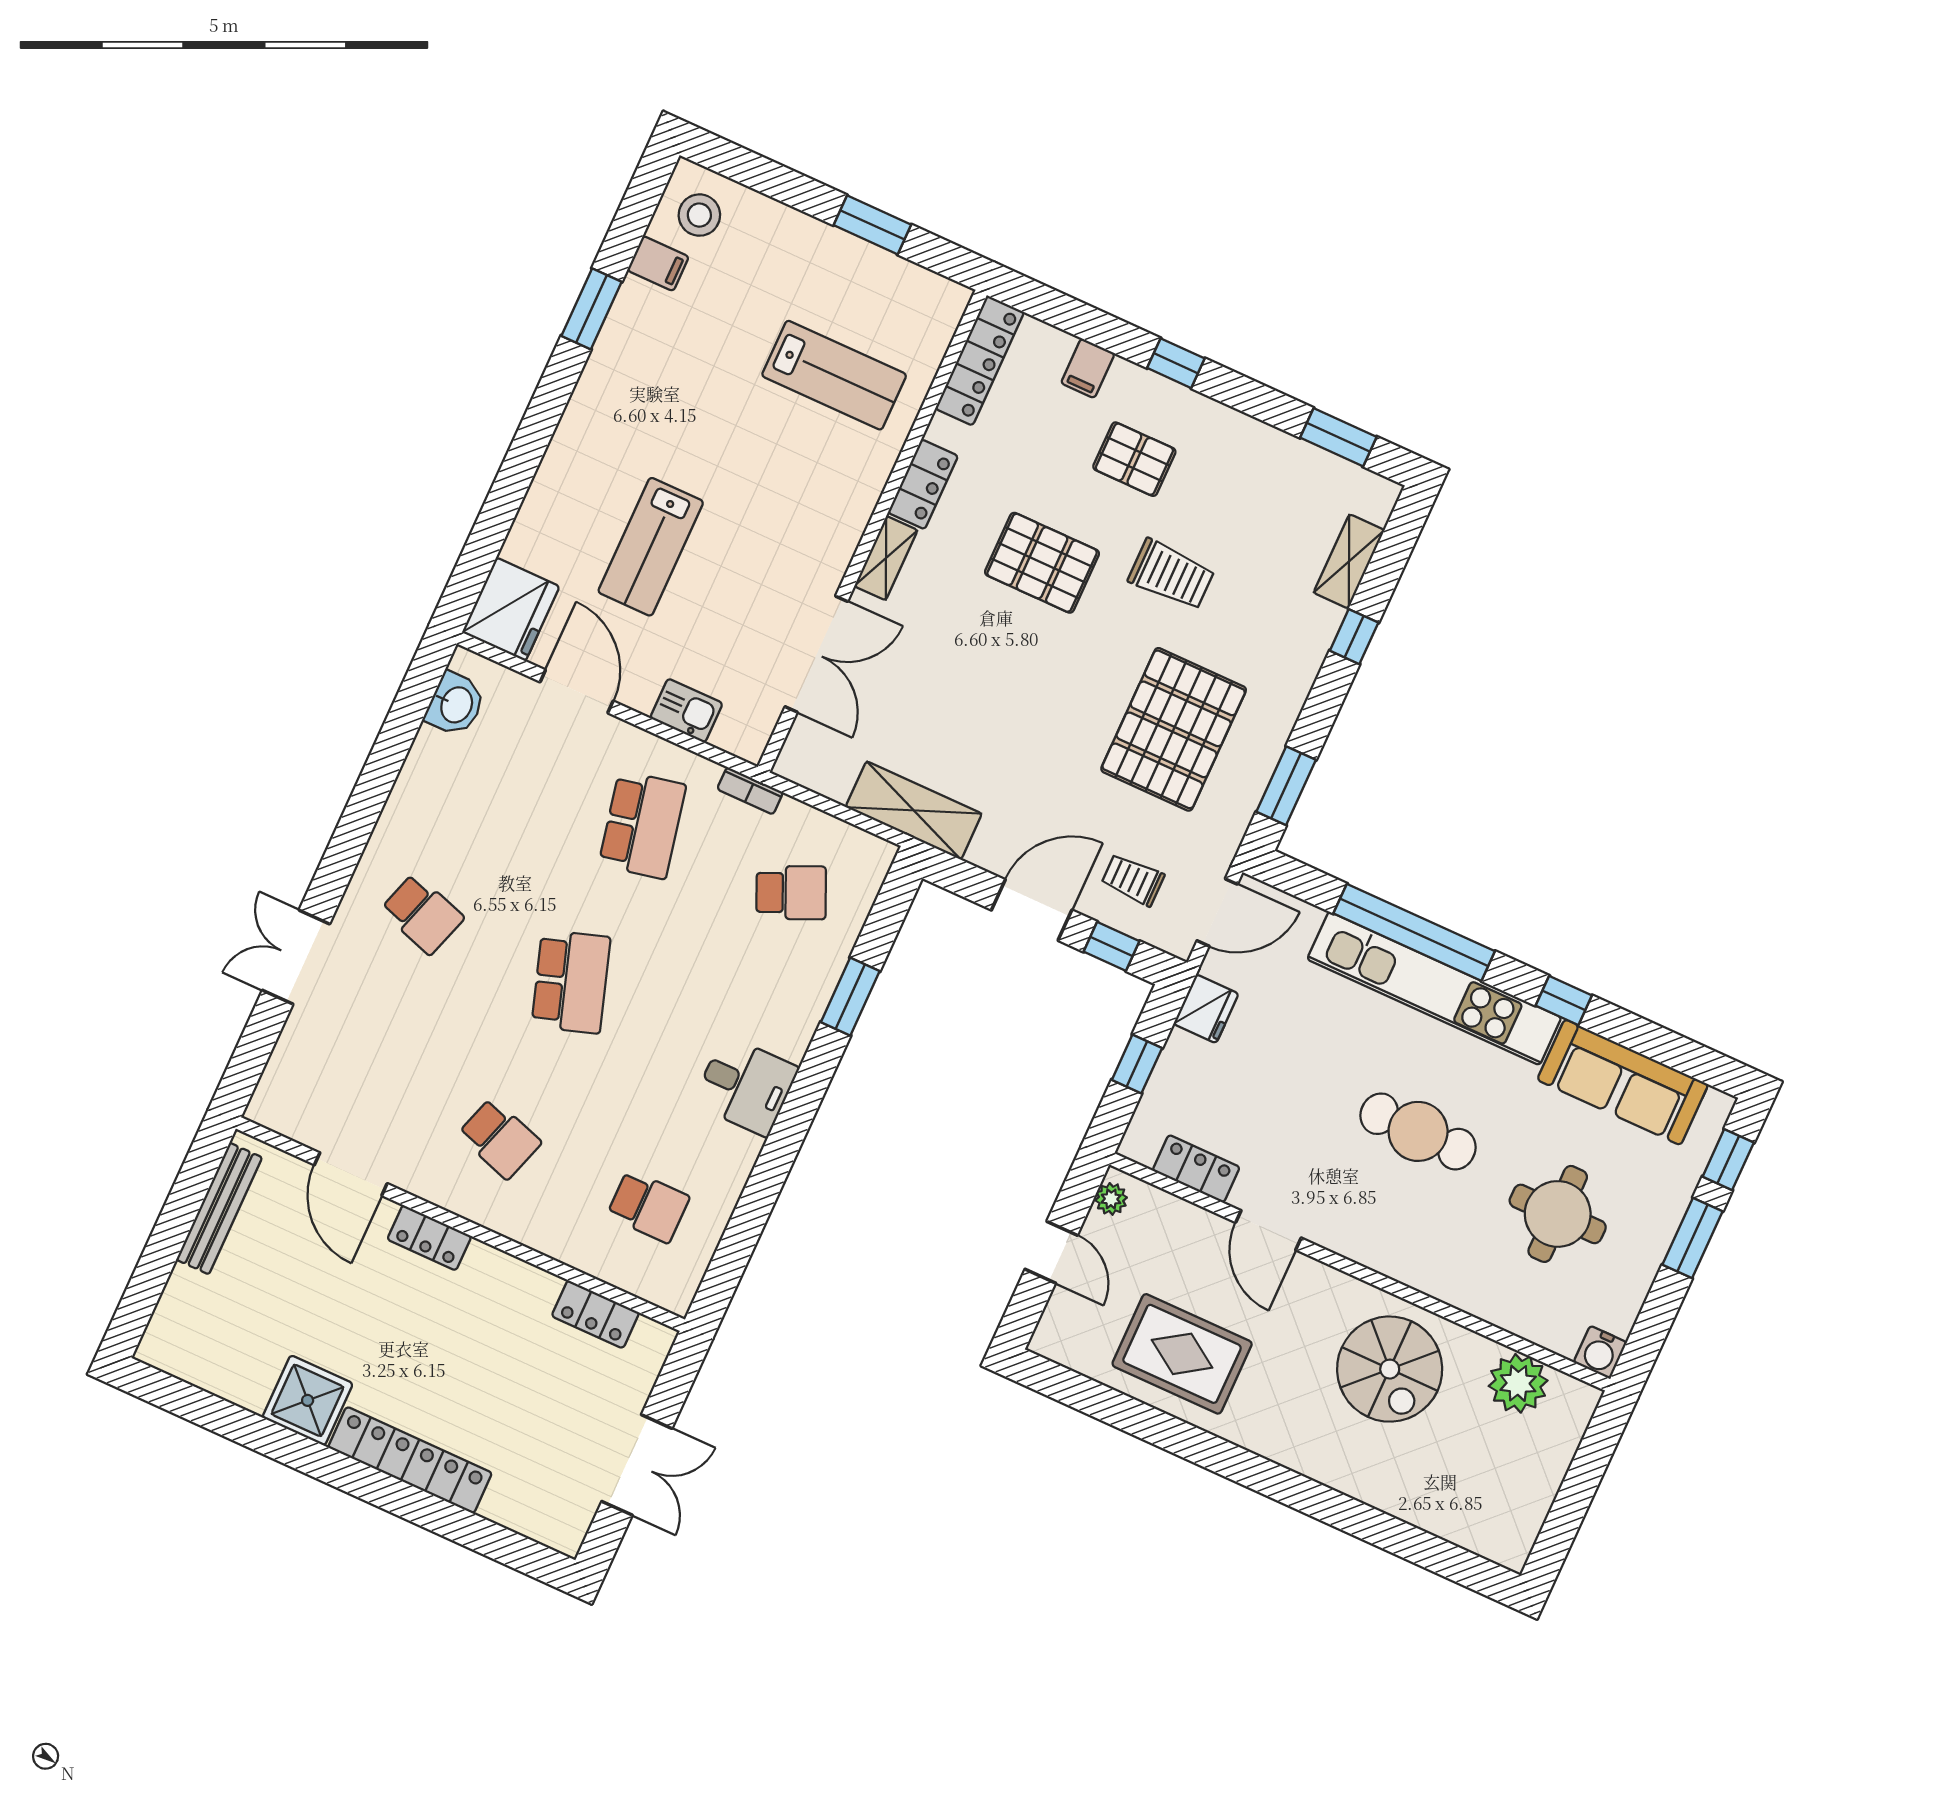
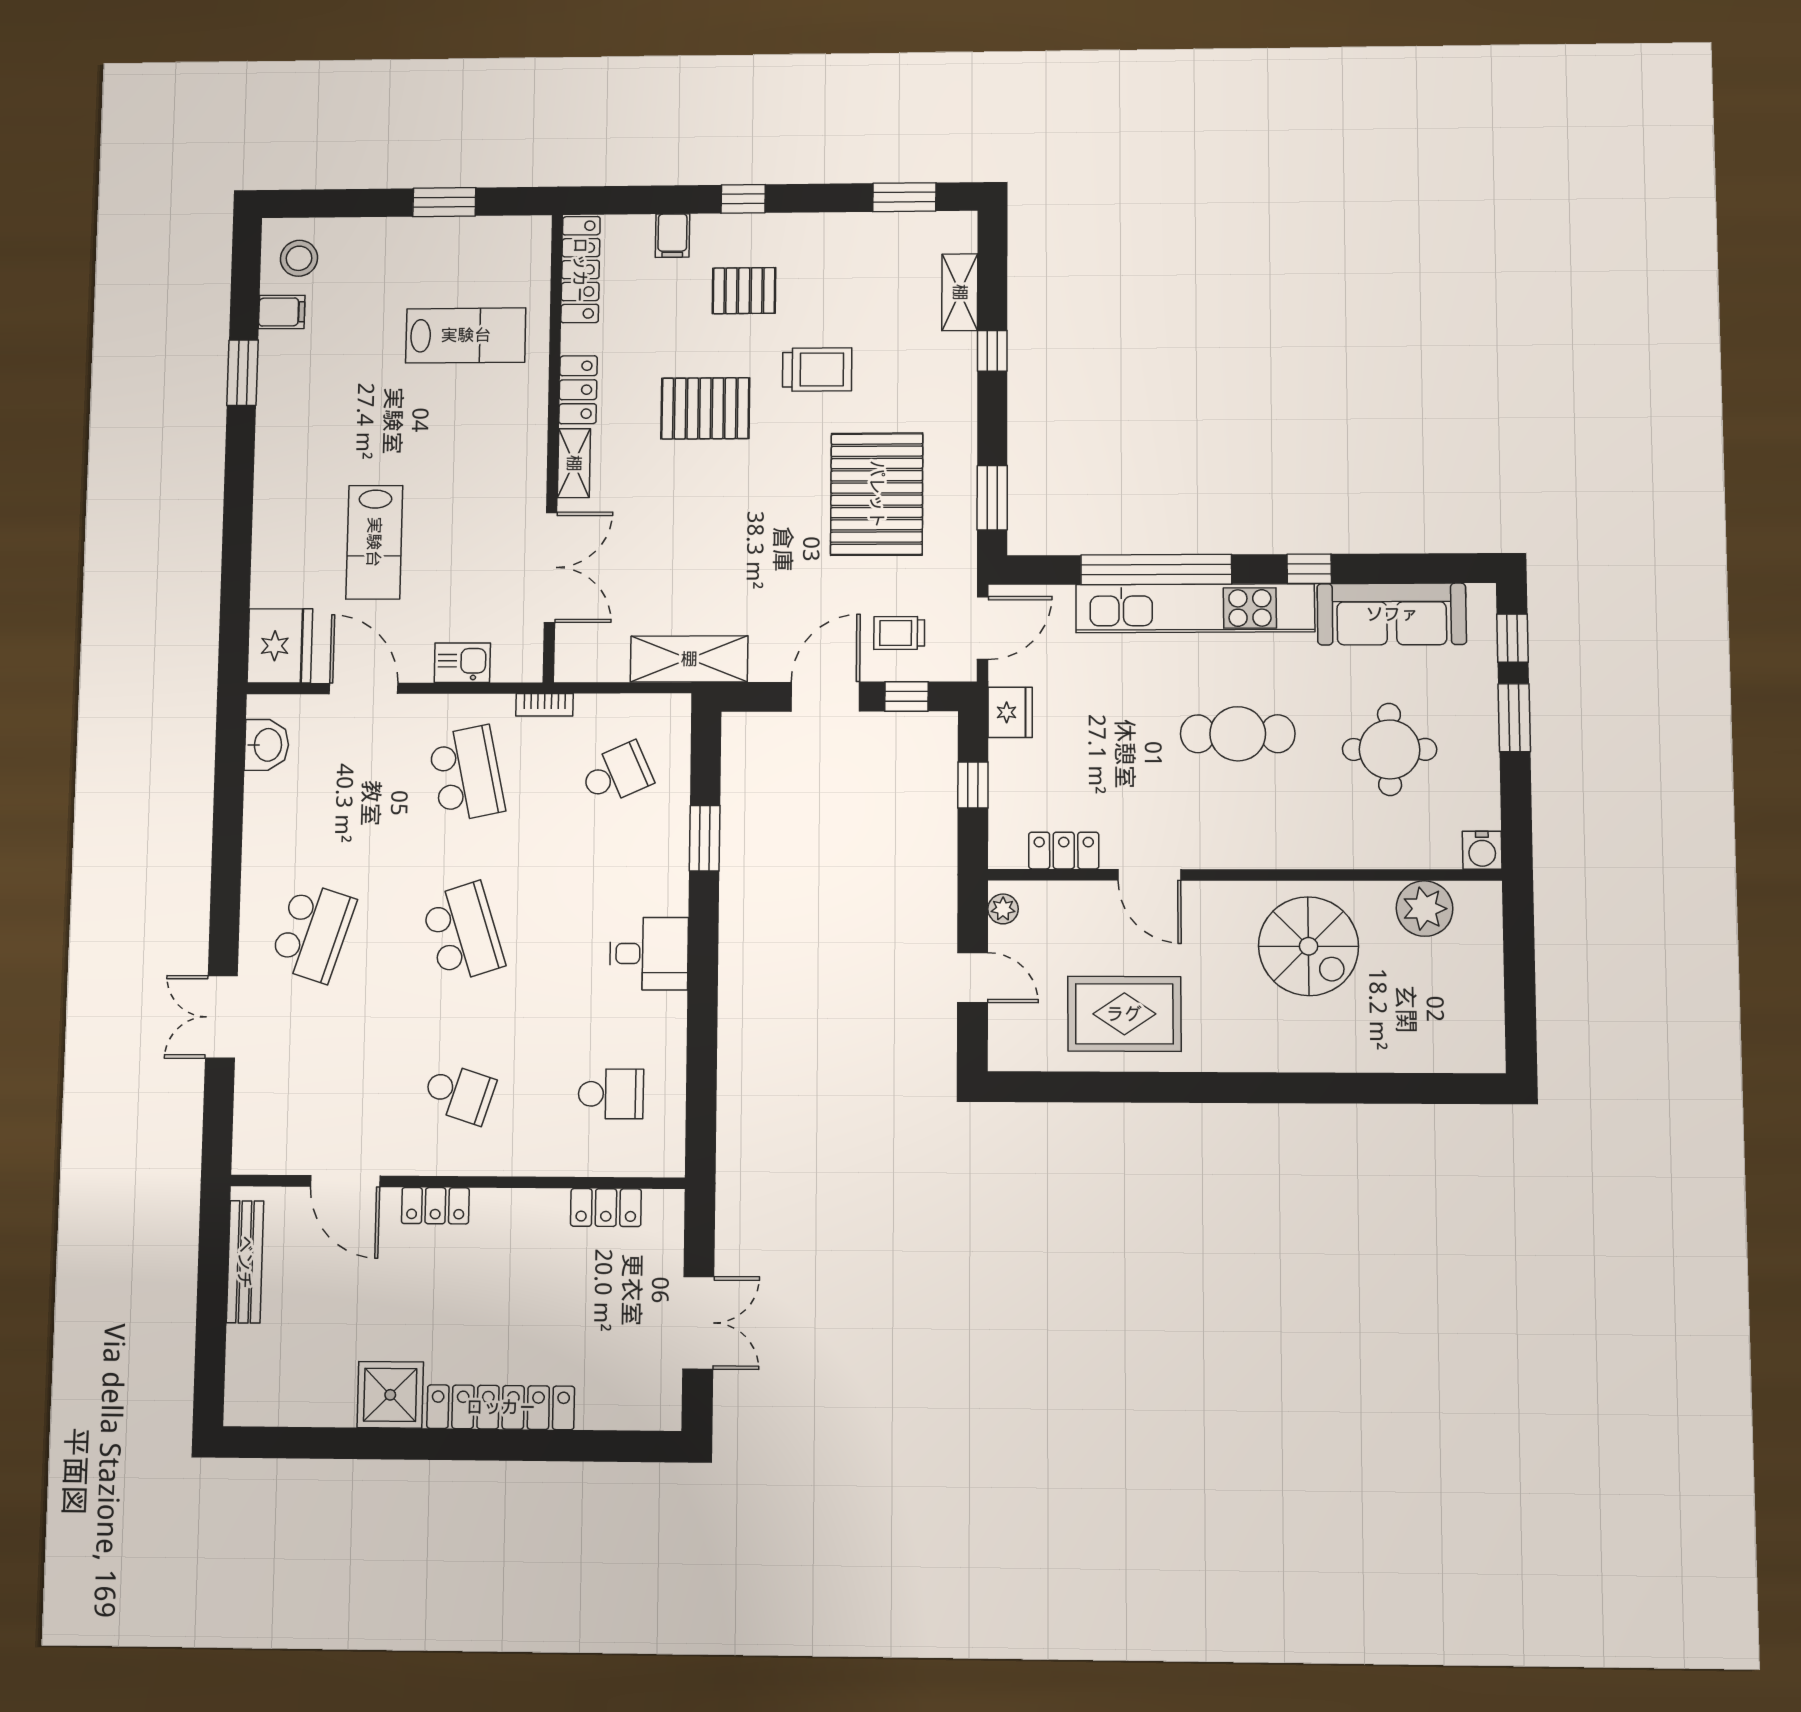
school desk: (422, 914) -> (313, 932), width x1.85

